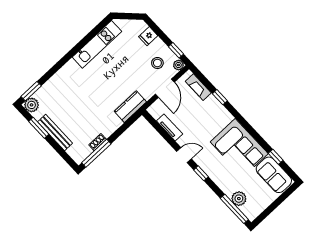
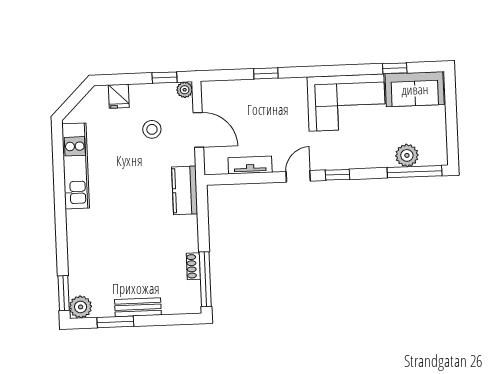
stool: (157, 63) -> (152, 129), moved
fireplace: (198, 87) -> (232, 89), removed
bench: (55, 132) -> (138, 307), width x0.73

